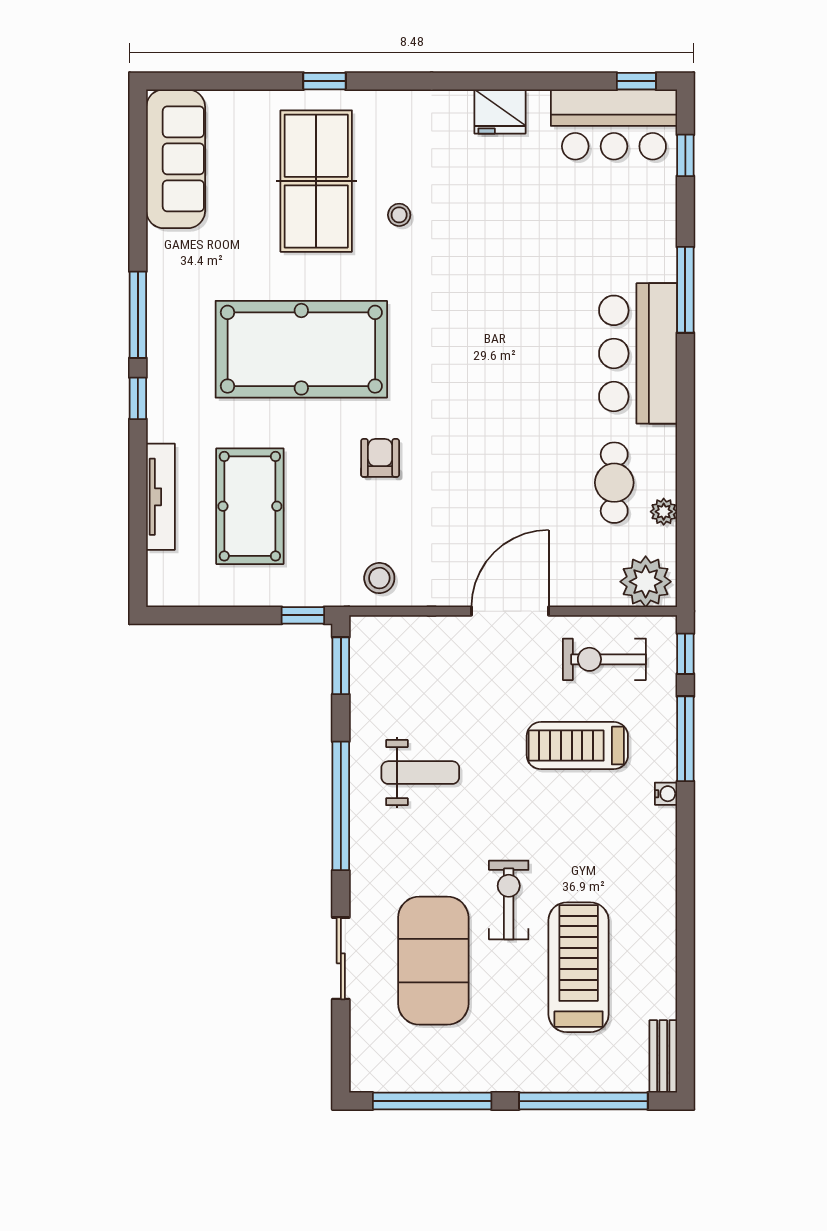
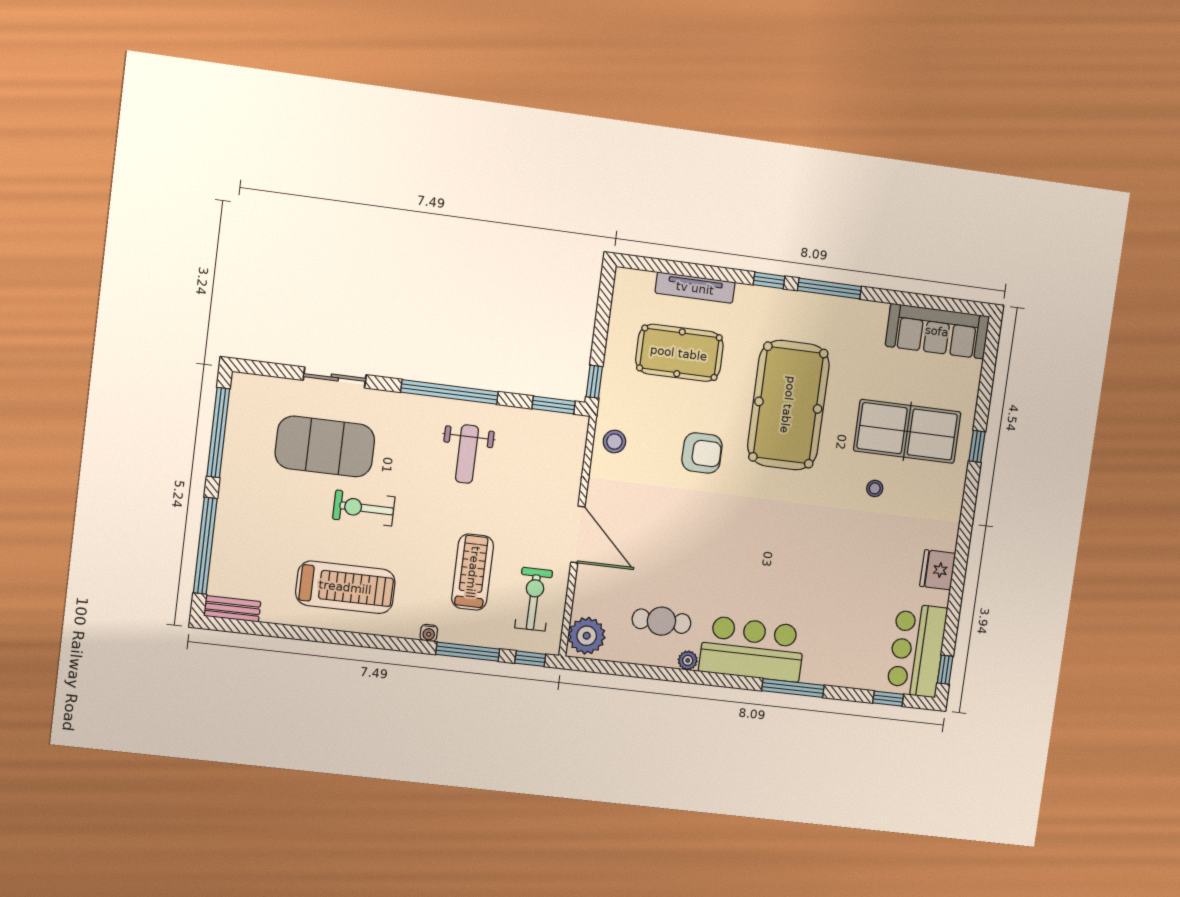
armchair: (380, 458) -> (702, 453), width x1.38, depth x1.38
plant: (664, 512) -> (688, 660), moved
exercise bike: (509, 900) -> (364, 508), turned 180
treadmill: (579, 967) -> (345, 587), moved

